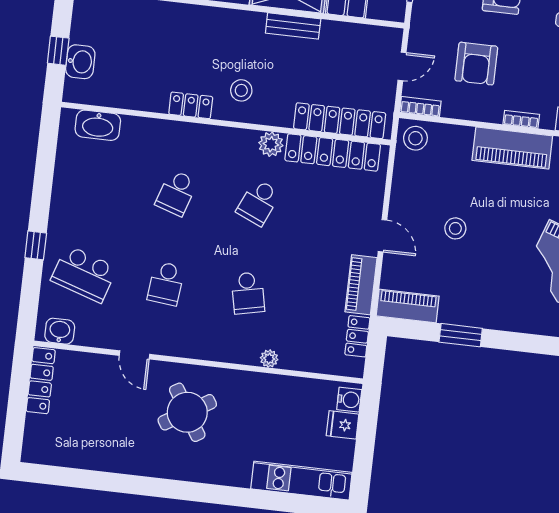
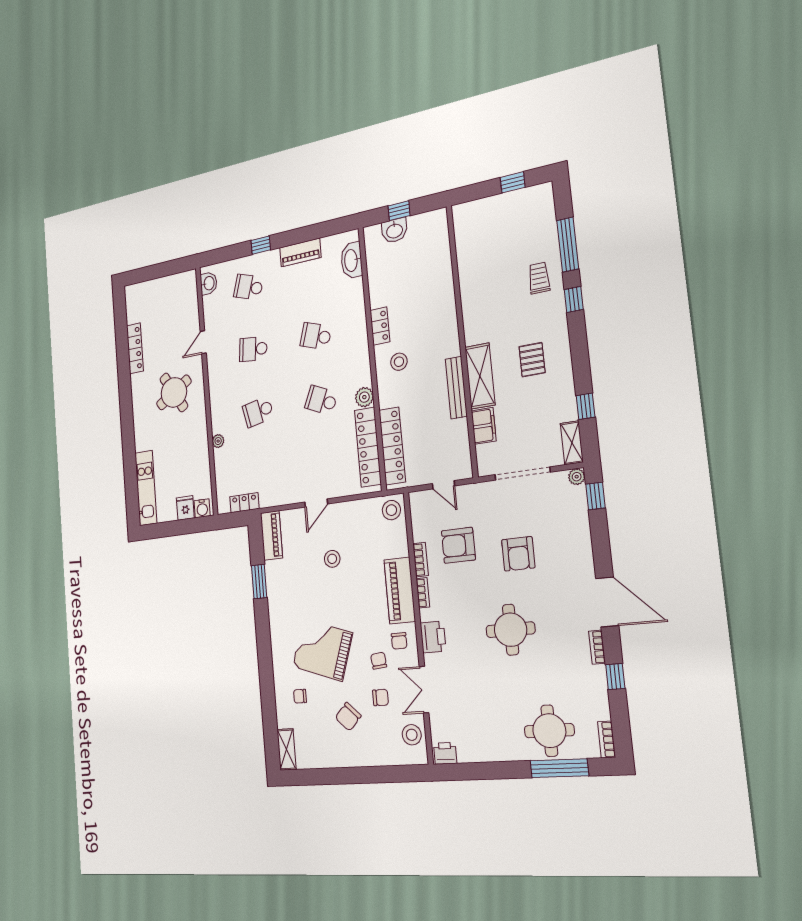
bench: (293, 26) -> (456, 388), width x1.36
bookcase: (420, 107) -> (421, 560), moved
school desk: (84, 274) -> (248, 287), width x0.54
piano: (361, 285) -> (300, 253), moved, turned 180
locker: (41, 381) -> (135, 348), moved, turned -90

